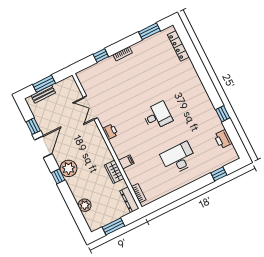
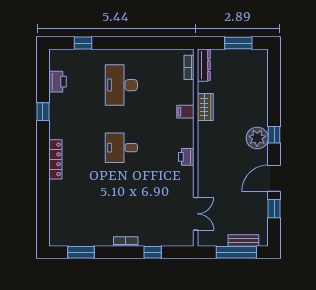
locker: (178, 46) -> (55, 159), moved
window: (44, 84) -> (236, 252), width x1.44
double door: (90, 108) -> (196, 214), moved
desk: (179, 158) -> (121, 85), turned 90
plant: (85, 205) -> (260, 85), removed

